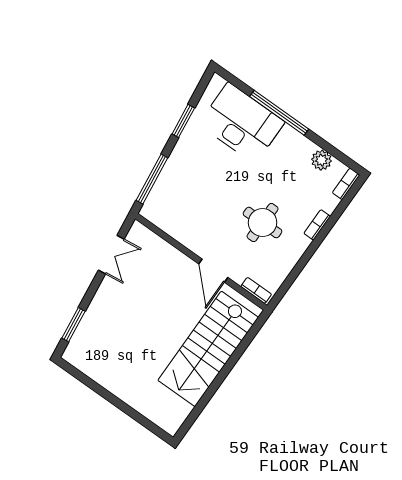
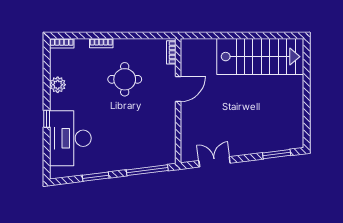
window: (279, 113) -> (47, 119), width x0.32
plant: (321, 160) -> (58, 85), moved
stairs: (208, 349) -> (260, 57), moved

